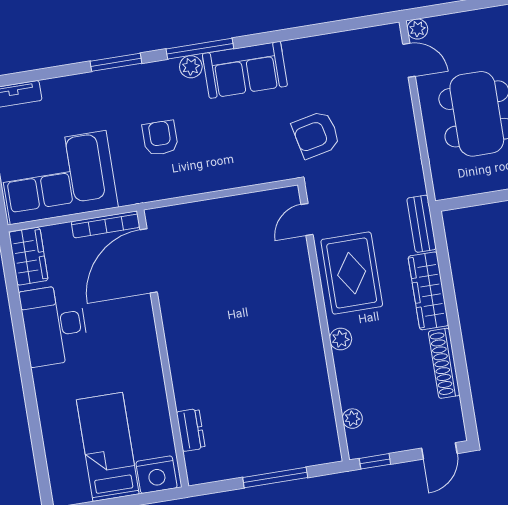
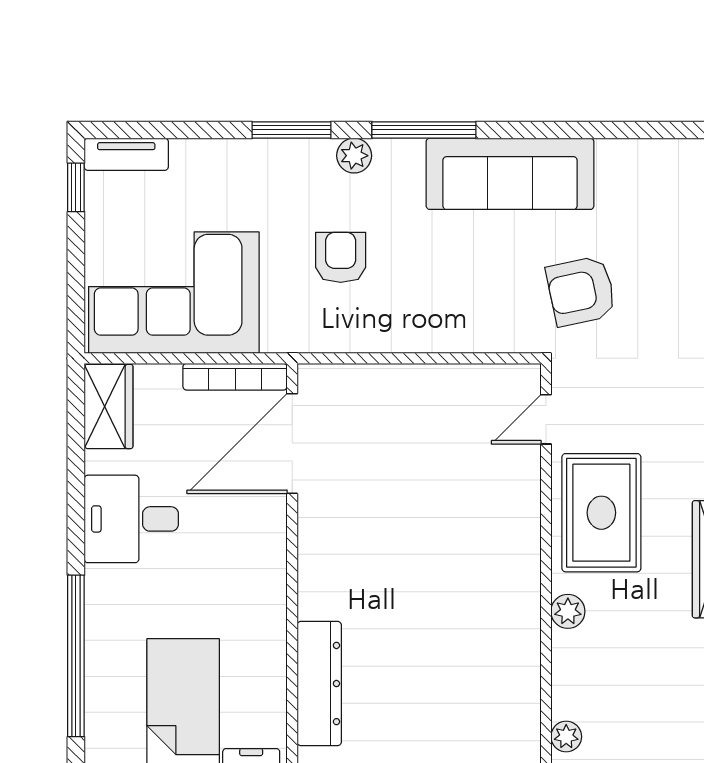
plant: (191, 67) -> (354, 156), moved
sofa: (245, 70) -> (510, 174), width x1.36
desk: (54, 325) -> (131, 519), width x0.73
window: (33, 418) -> (76, 656), added
dresser: (191, 430) -> (319, 684), width x1.96, depth x1.24

